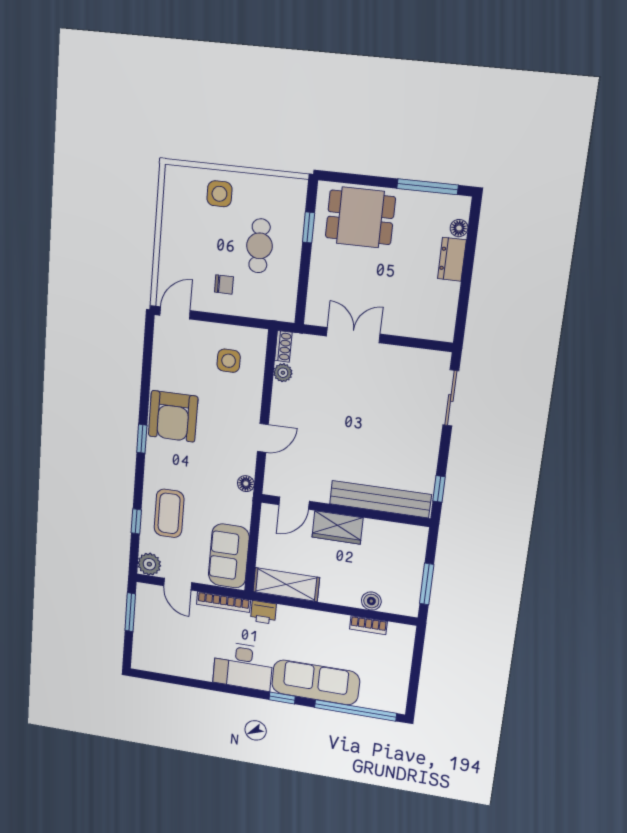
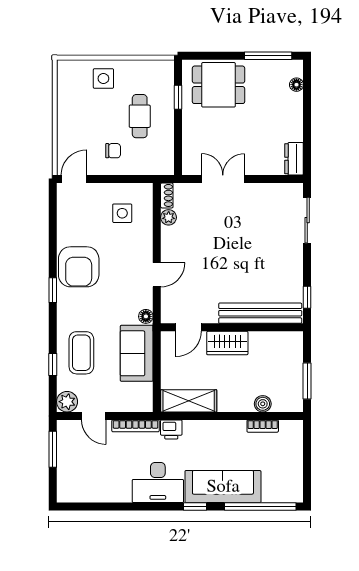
dresser: (452, 259) -> (294, 159), moved
sofa: (229, 556) -> (137, 353), moved

